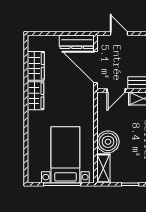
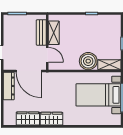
door: (96, 67) -> (29, 71), hinge flipped

